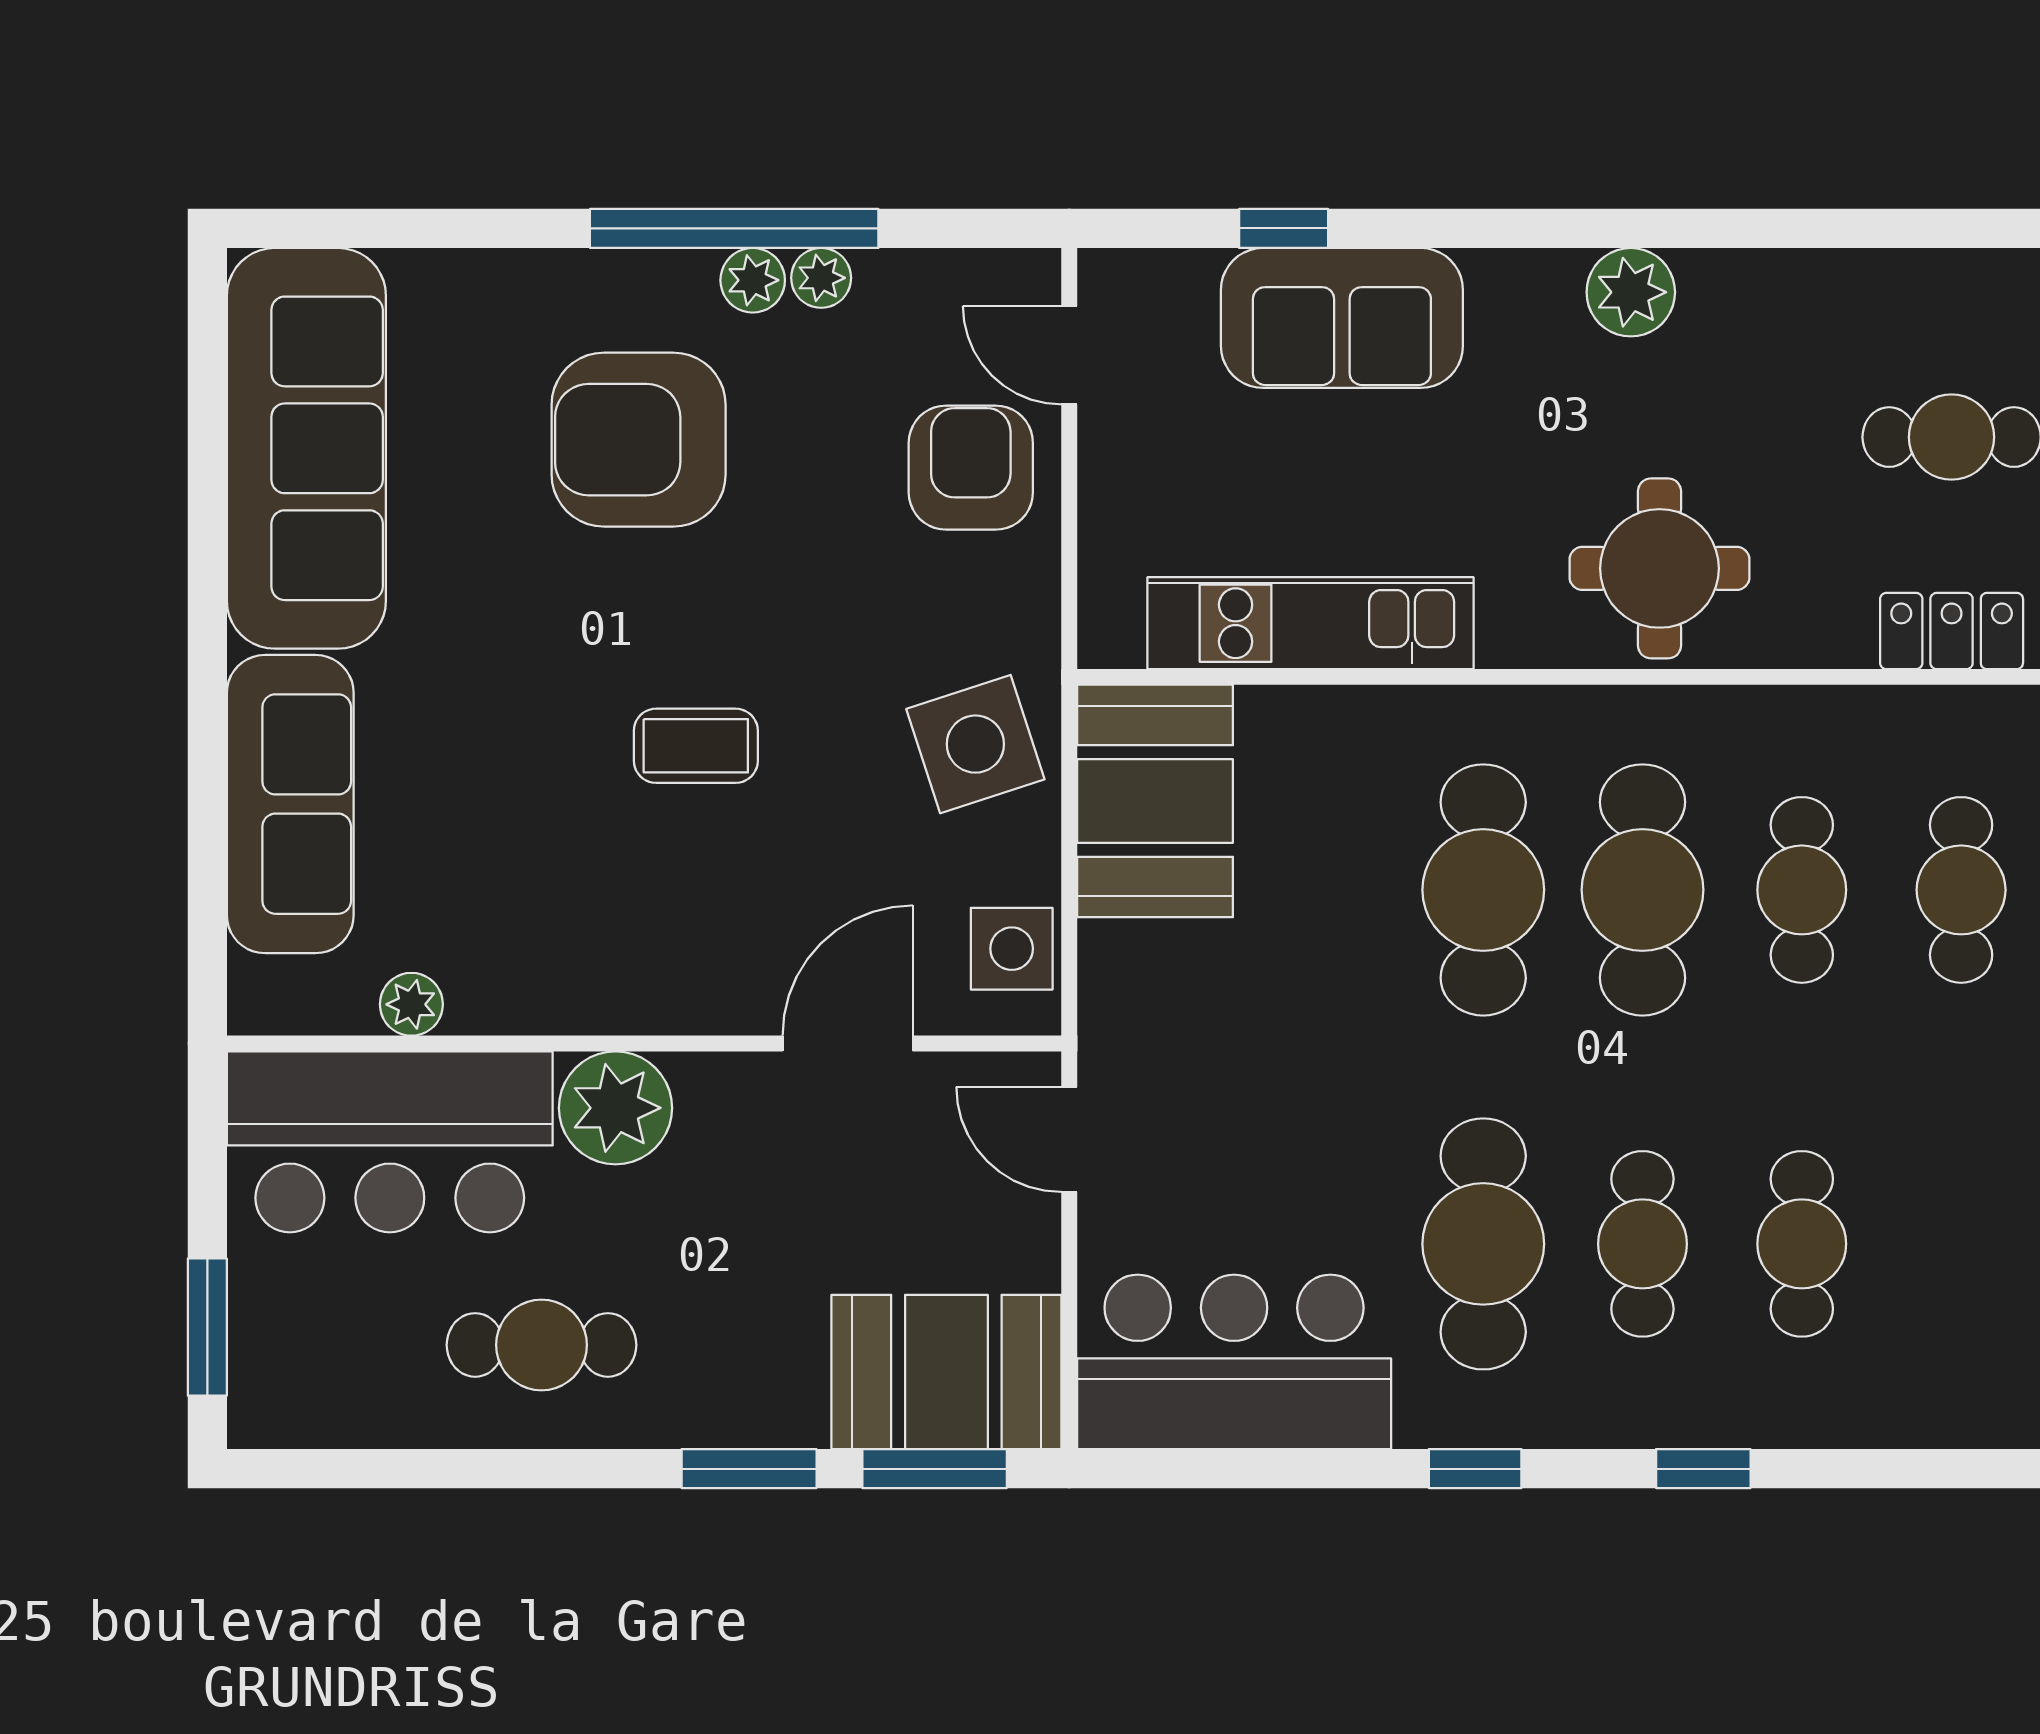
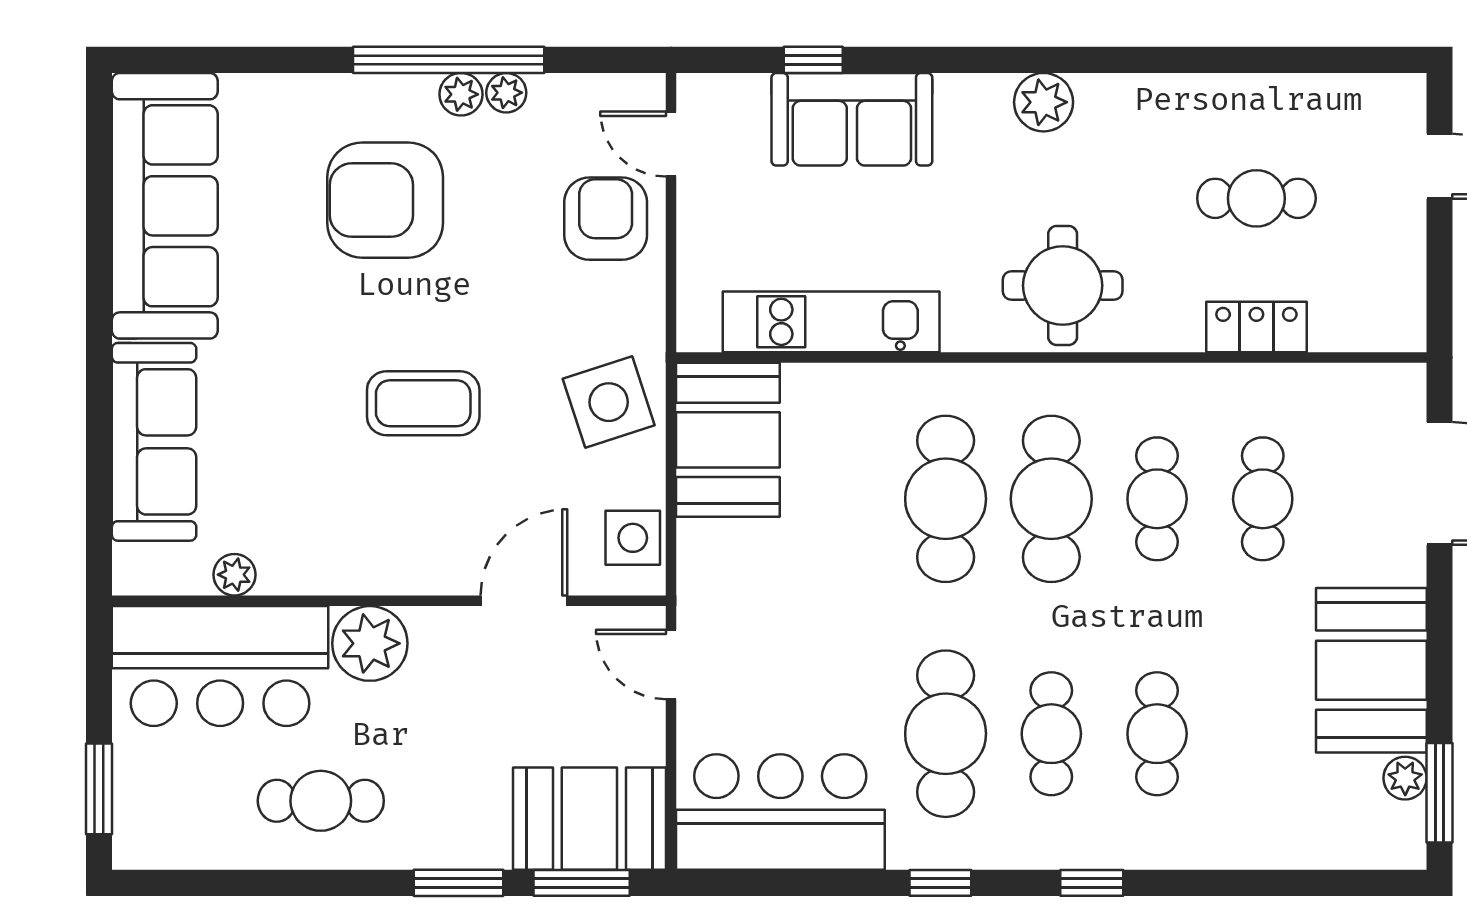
coffee table: (696, 746) -> (423, 403), width x1.36, depth x1.30

